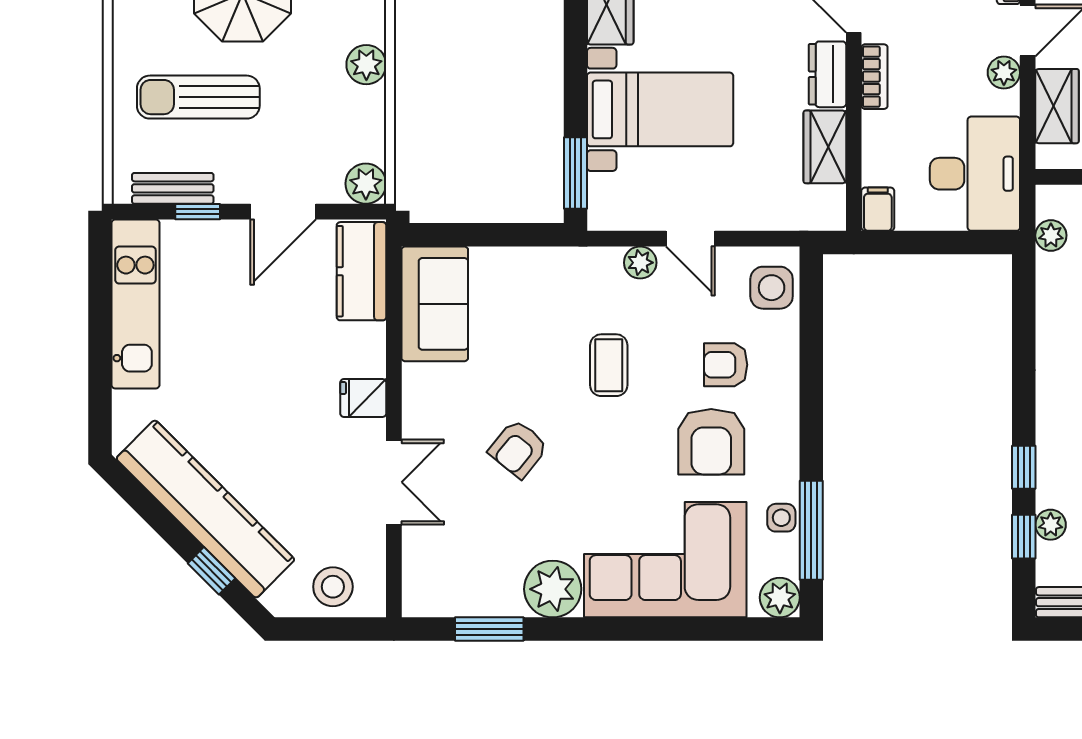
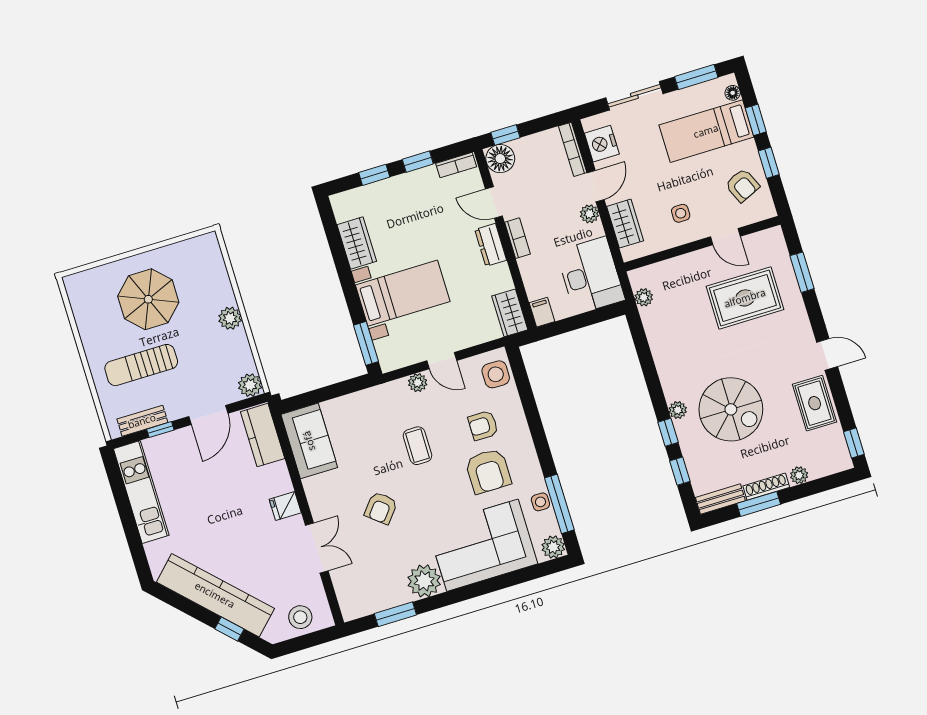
wardrobe: (825, 147) -> (510, 313), moved
plant: (1051, 525) -> (678, 410), moved

